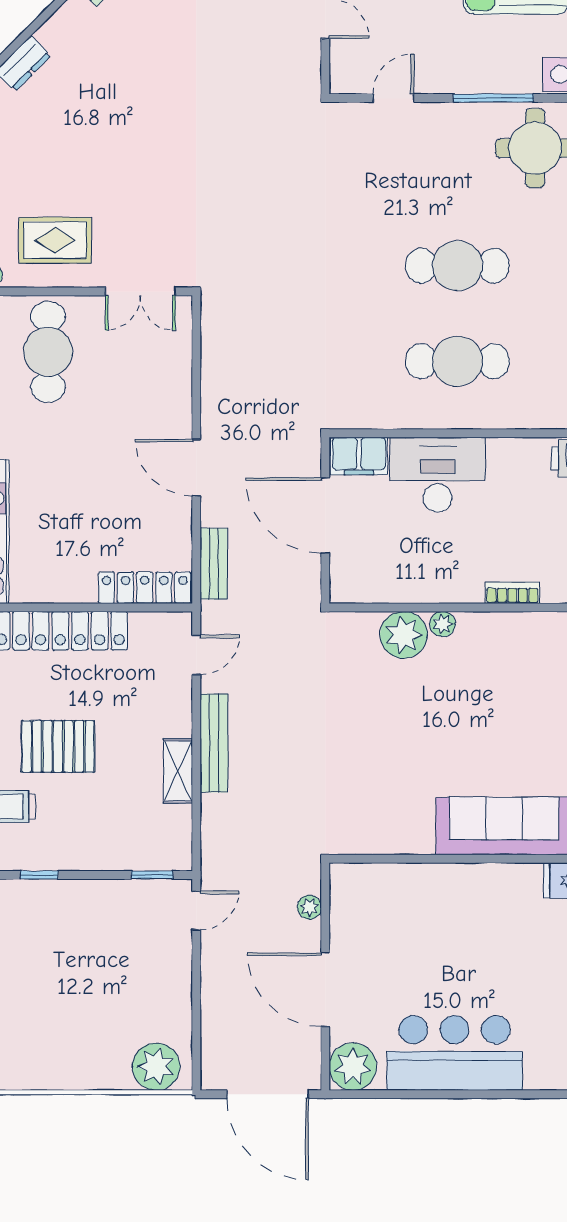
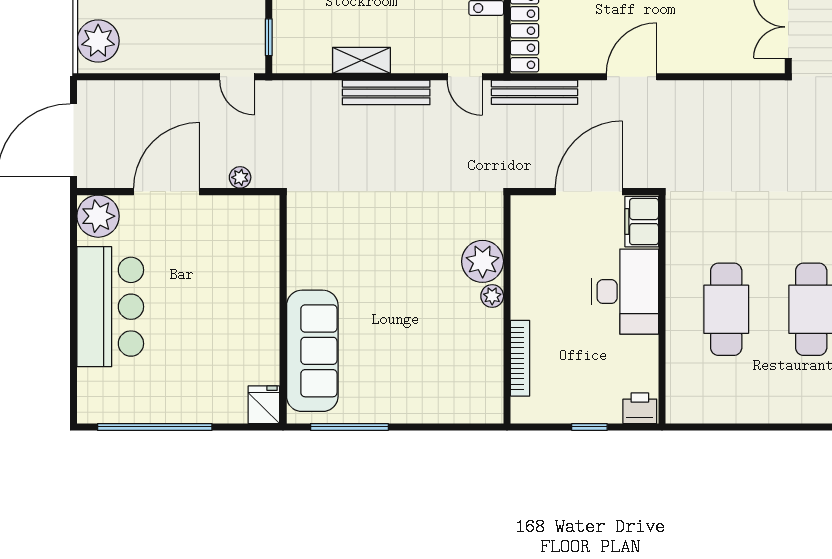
bench: (214, 564) -> (535, 92), width x1.36
bookcase: (512, 593) -> (520, 358), width x1.56

